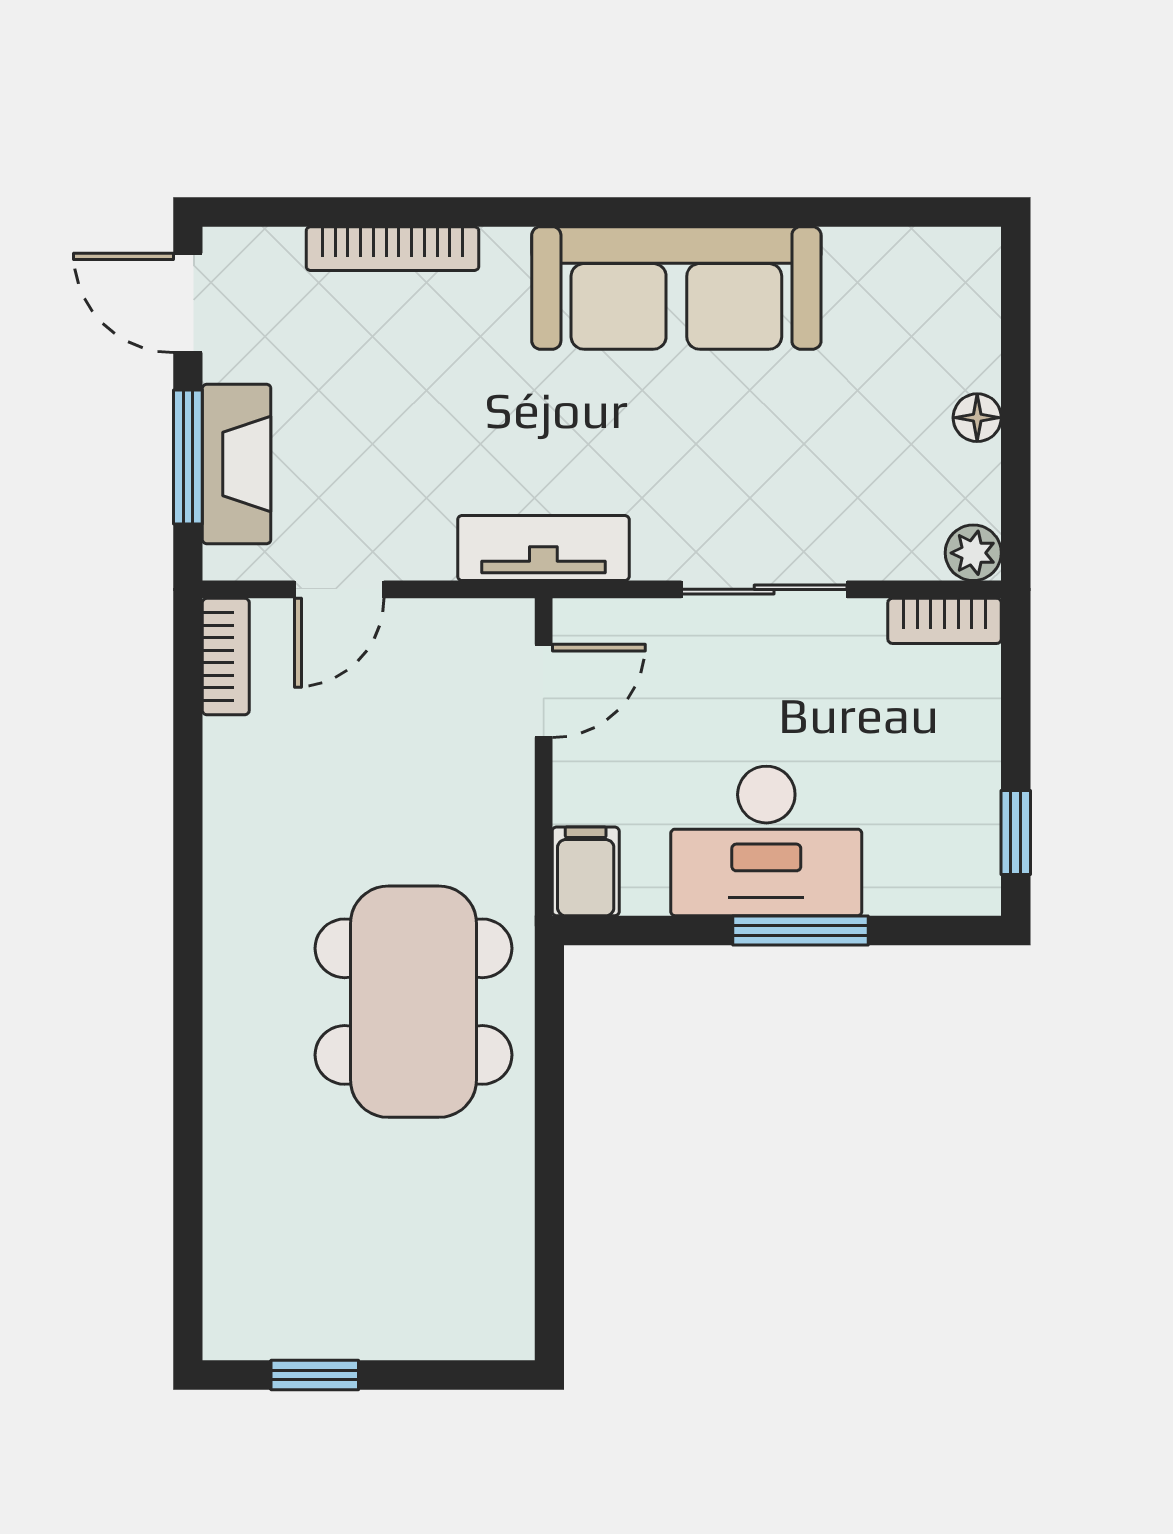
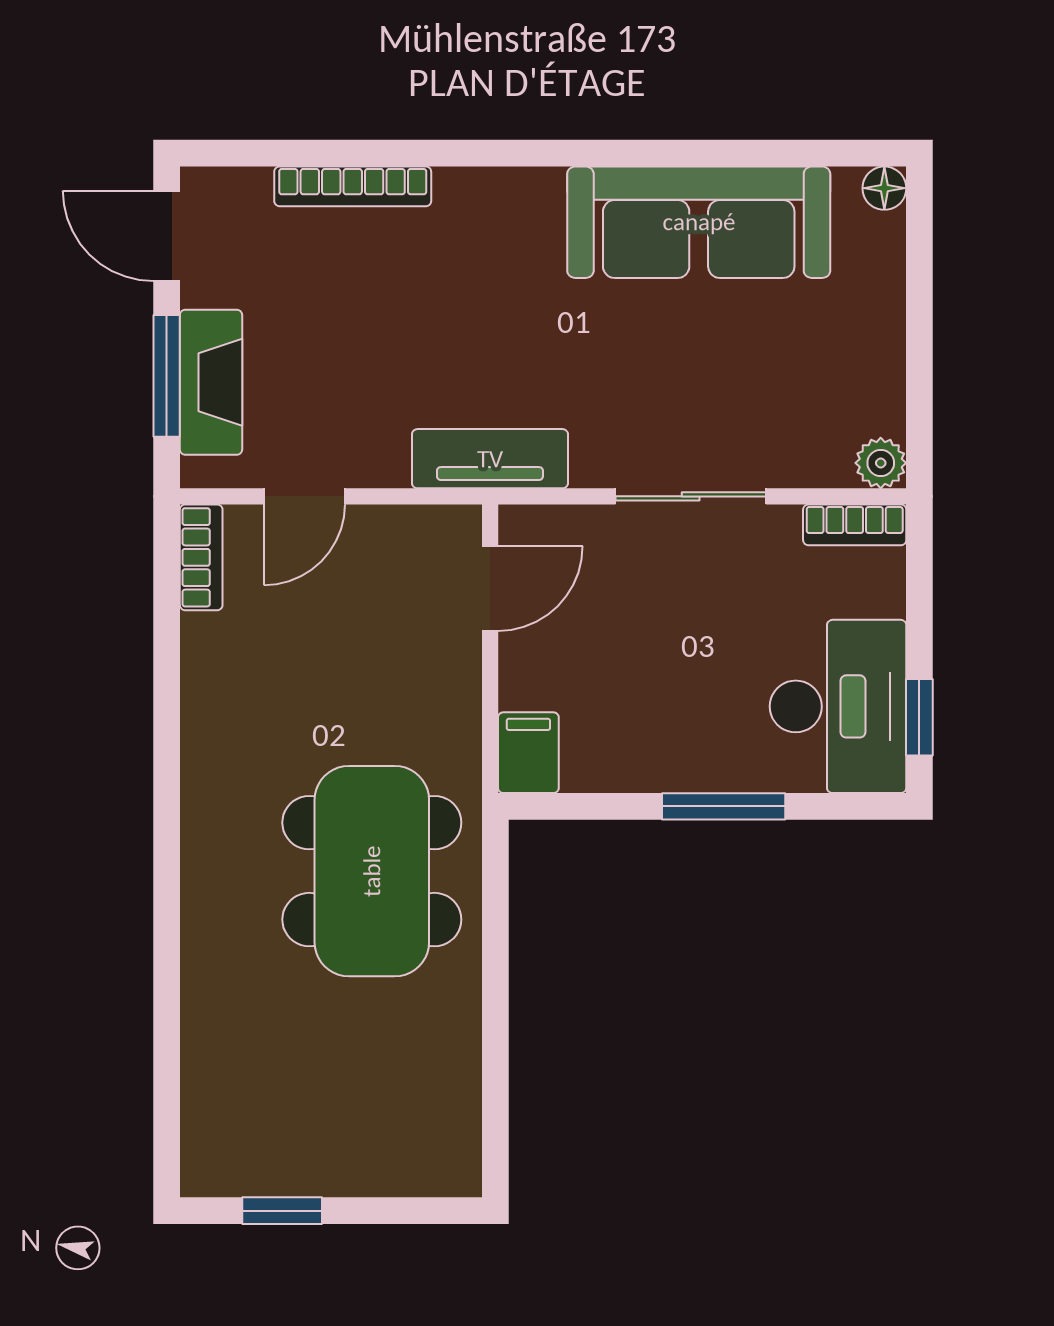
sofa: (676, 288) -> (699, 222), moved
floor lamp: (977, 418) -> (884, 188), moved
desk: (766, 841) -> (838, 706), moved, turned -90

